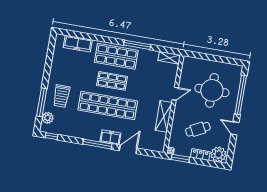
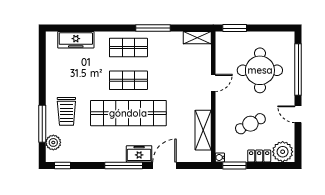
window: (198, 55) -> (235, 28), added
shop shelf: (116, 56) -> (128, 48), width x0.70, depth x0.74
shelving: (164, 116) -> (203, 130), moved

